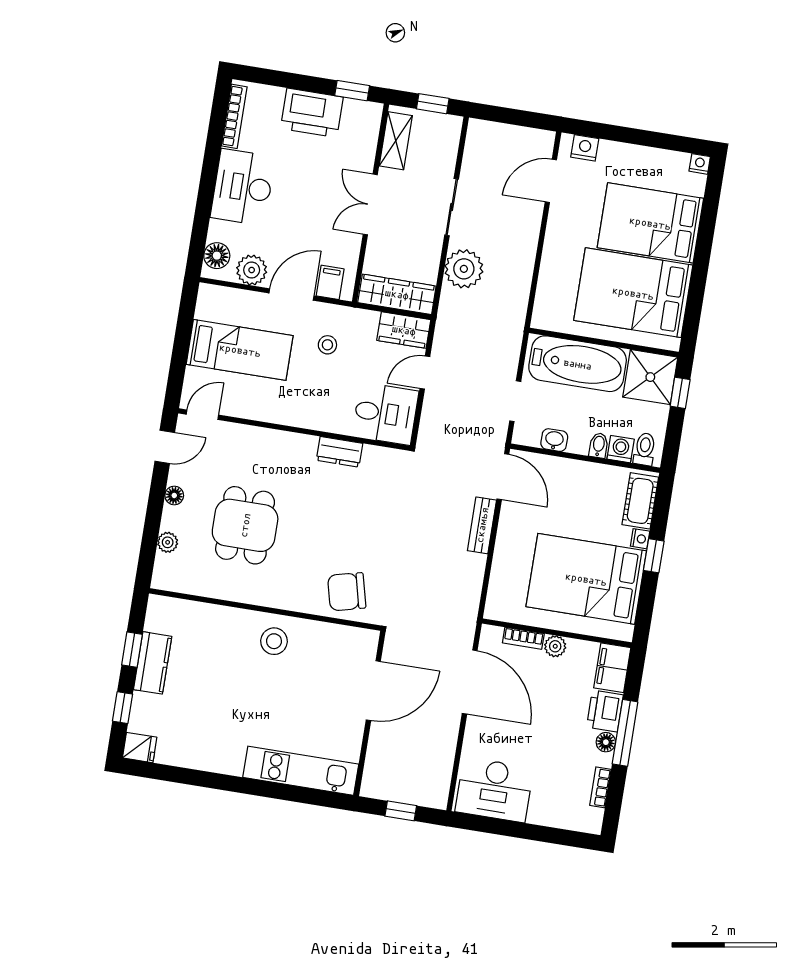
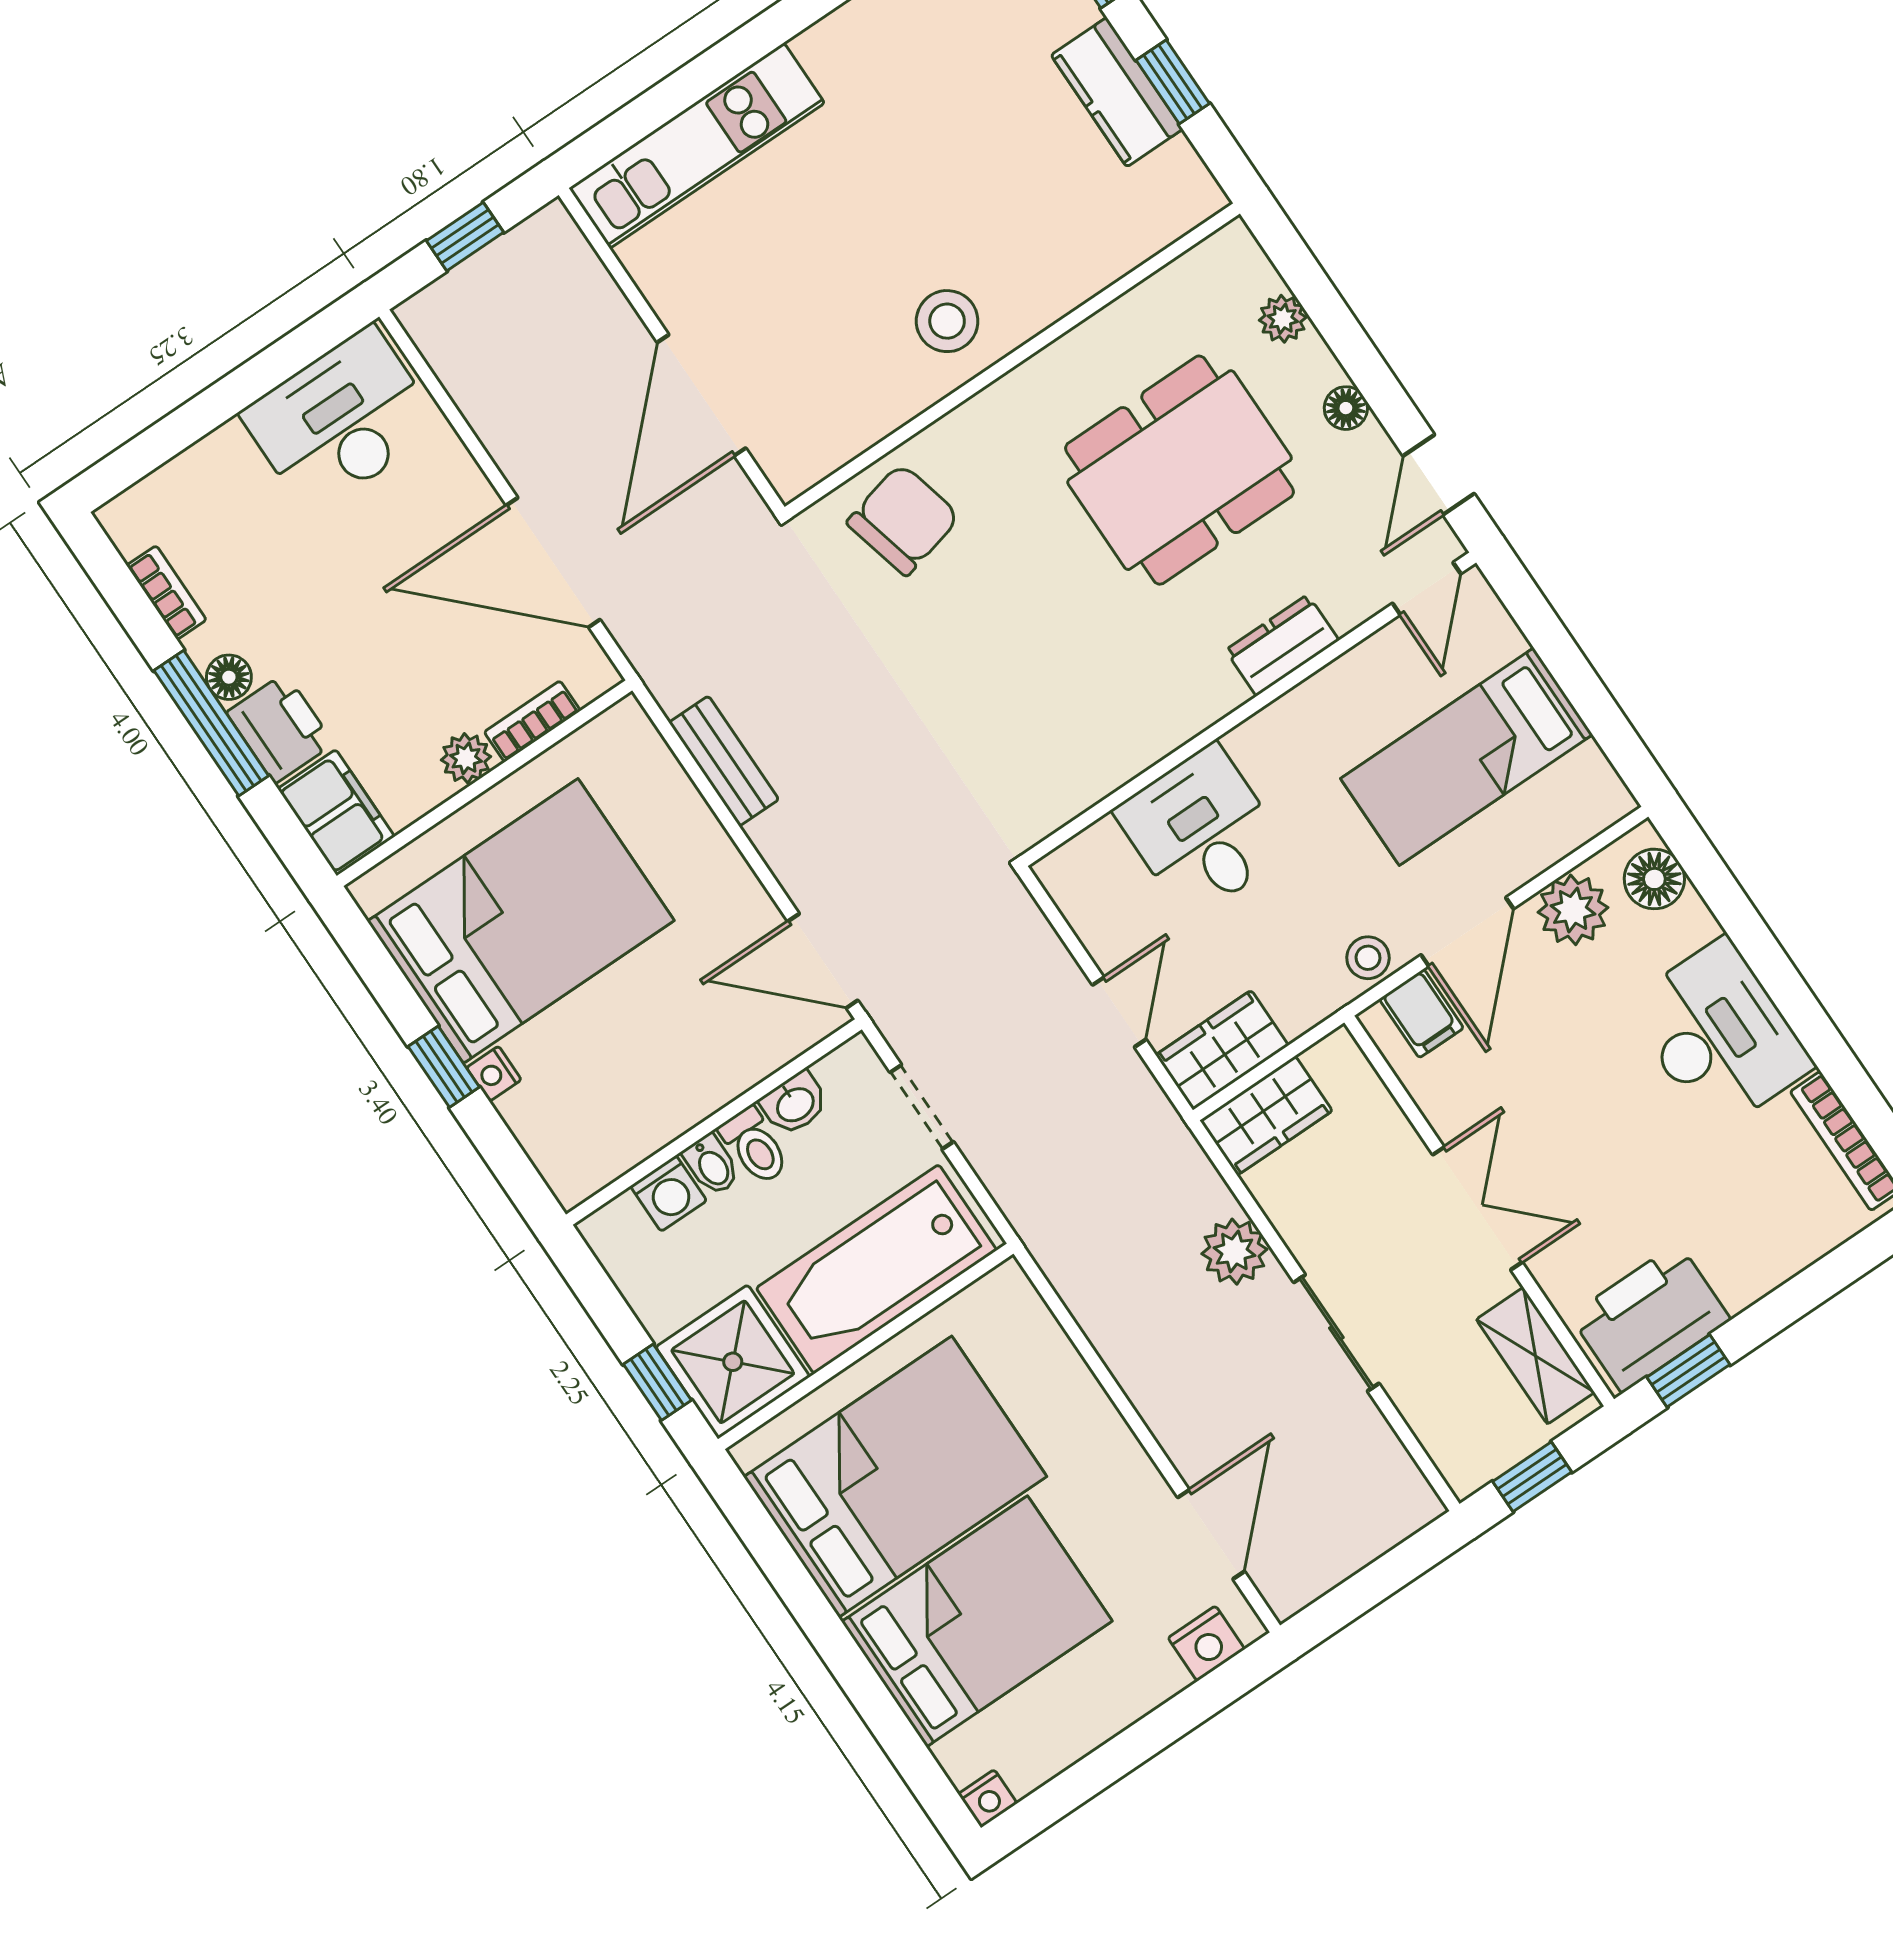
printer: (312, 113) -> (1650, 1318), moved
plant: (464, 269) -> (1234, 1252), width x0.73, depth x0.73
wardrobe: (397, 294) -> (1266, 1116), width x0.67
stool: (327, 345) -> (1368, 958), moved
desk: (385, 414) -> (1202, 831), moved, turned 90
toilet: (645, 449) -> (755, 1146), moved
dresser: (339, 452) -> (1282, 645), moved
cot: (640, 501) -> (554, 1138), removed
dining table: (245, 525) -> (1180, 470), width x1.38
bench: (482, 525) -> (724, 761), moved

